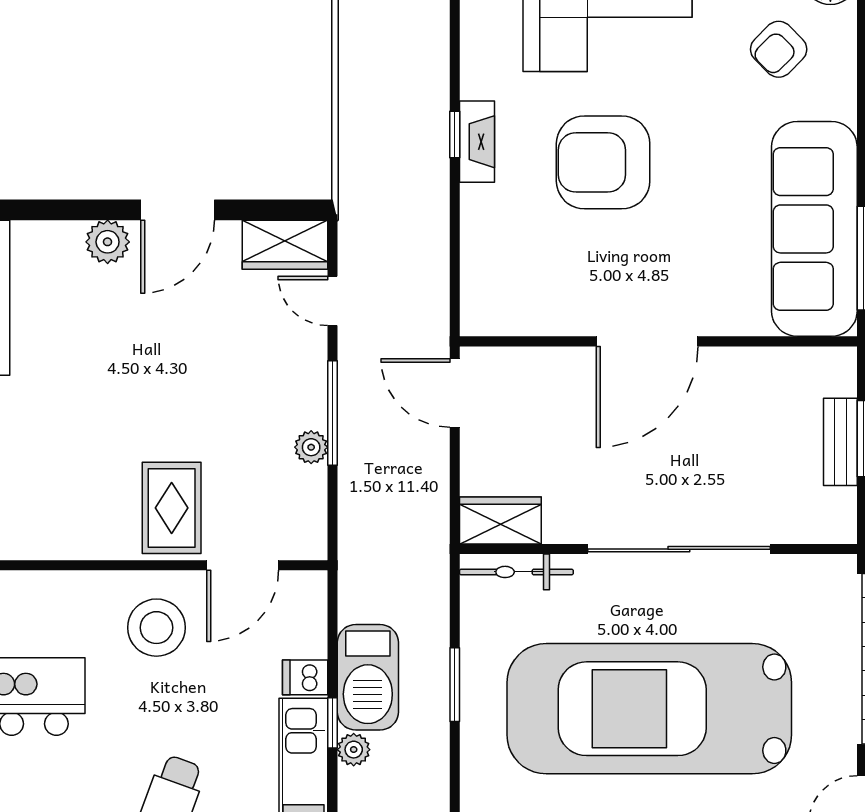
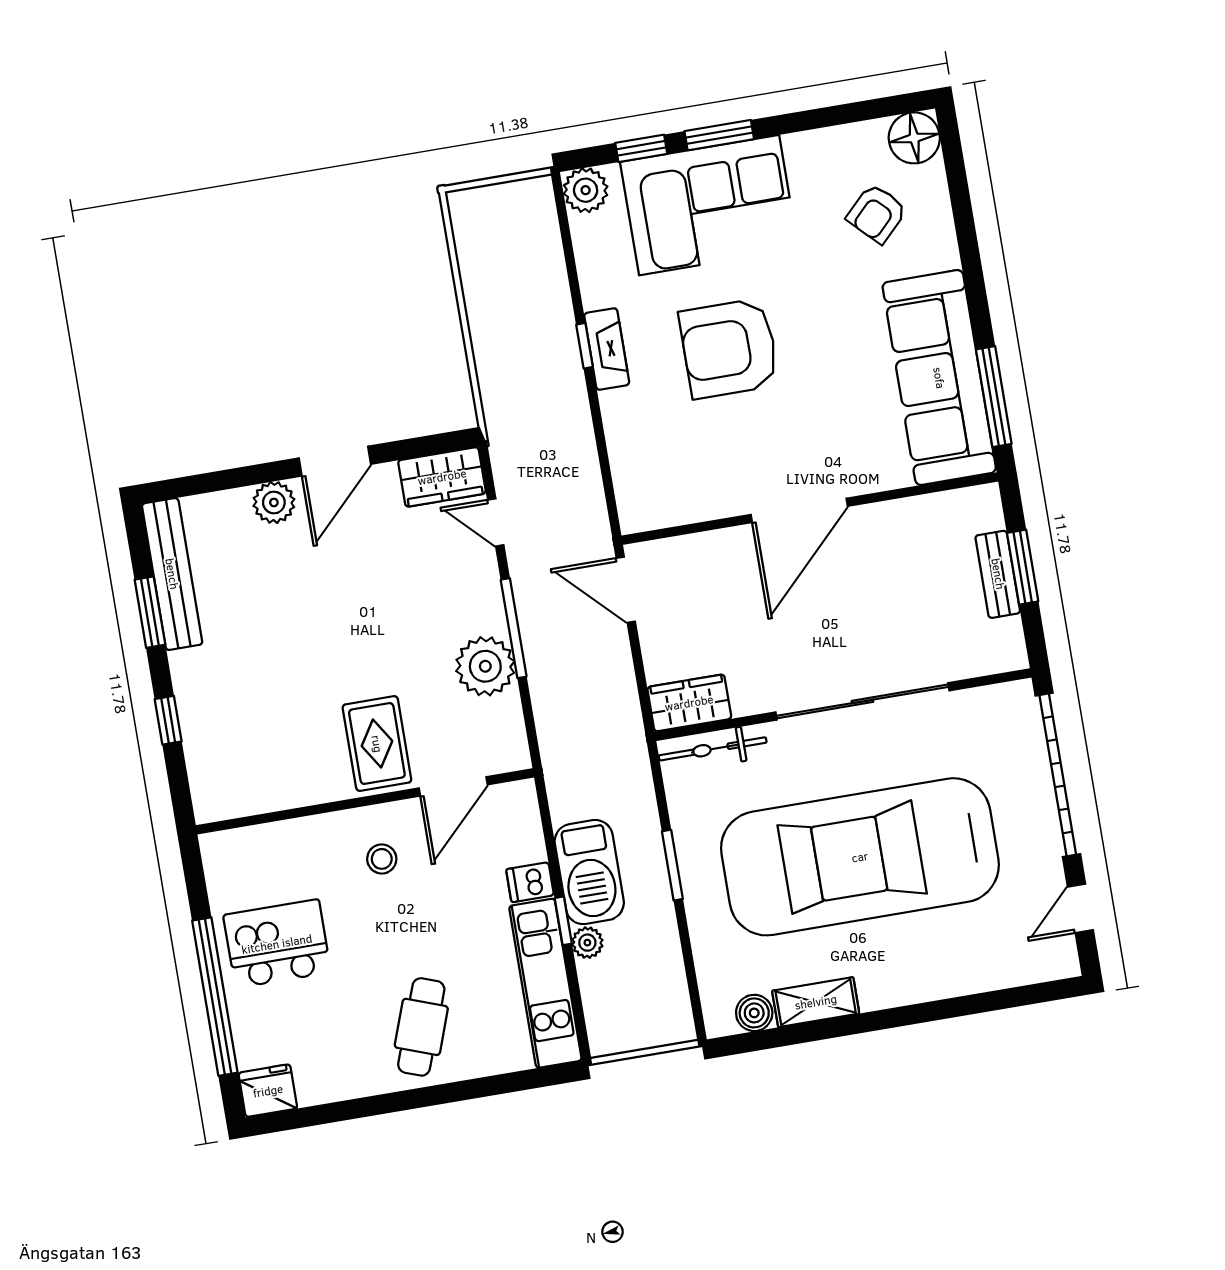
plant: (311, 447) -> (485, 666), width x1.88, depth x1.88
stool: (156, 628) -> (382, 859), width x0.53, depth x0.53

